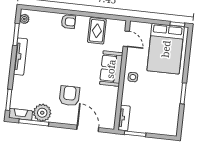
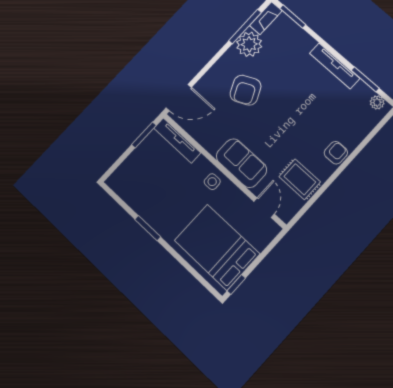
armchair: (68, 22) -> (336, 153), turned 180
door: (126, 39) -> (264, 208), swing flipped
armchair: (70, 96) -> (246, 90), turned 65
tv unit: (124, 118) -> (177, 140), width x1.41
door: (88, 128) -> (179, 98), moved

